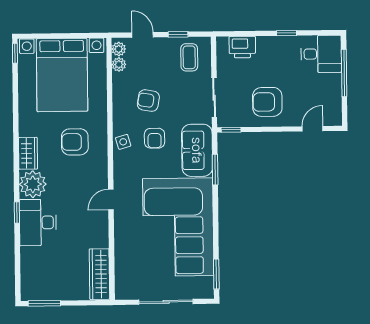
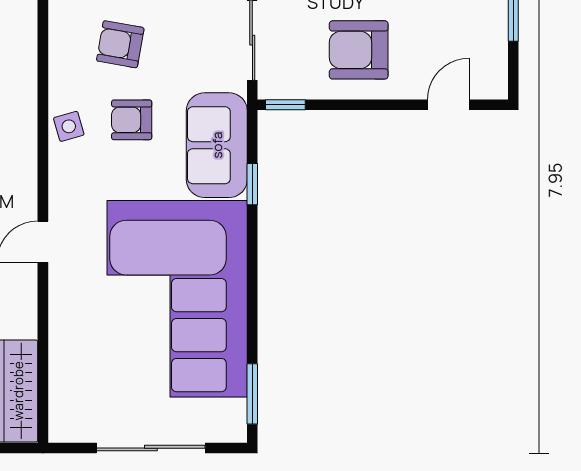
armchair: (155, 138) -> (132, 120), turned 90
window: (215, 170) -> (252, 184), width x0.67

